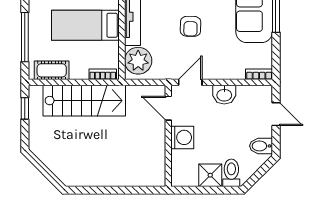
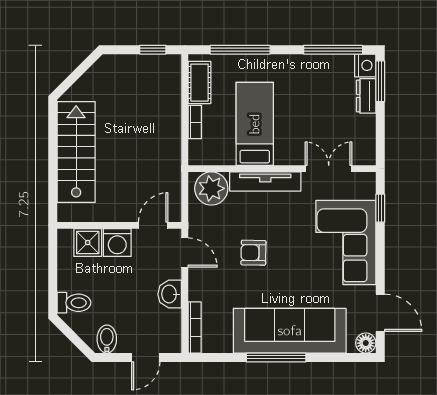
bookcase: (103, 74) -> (195, 122), moved
bookcase: (259, 74) -> (195, 327), width x1.56
stairs: (84, 101) -> (76, 152), moved, turned 180
shower: (210, 175) -> (88, 243), moved

